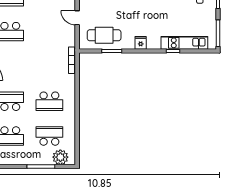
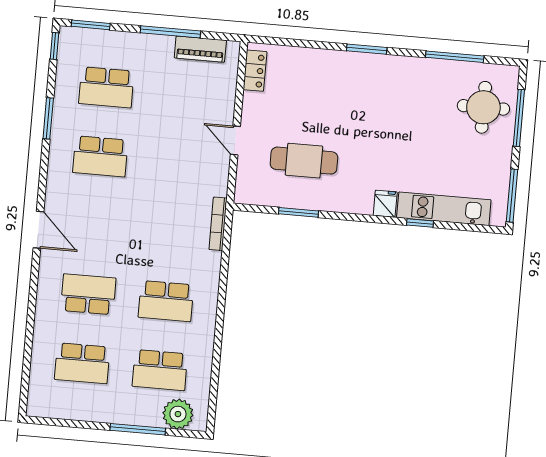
cafe table: (104, 35) -> (304, 161), moved
fridge: (141, 43) -> (385, 204), moved
school desk: (49, 136) -> (160, 370), turned 180

